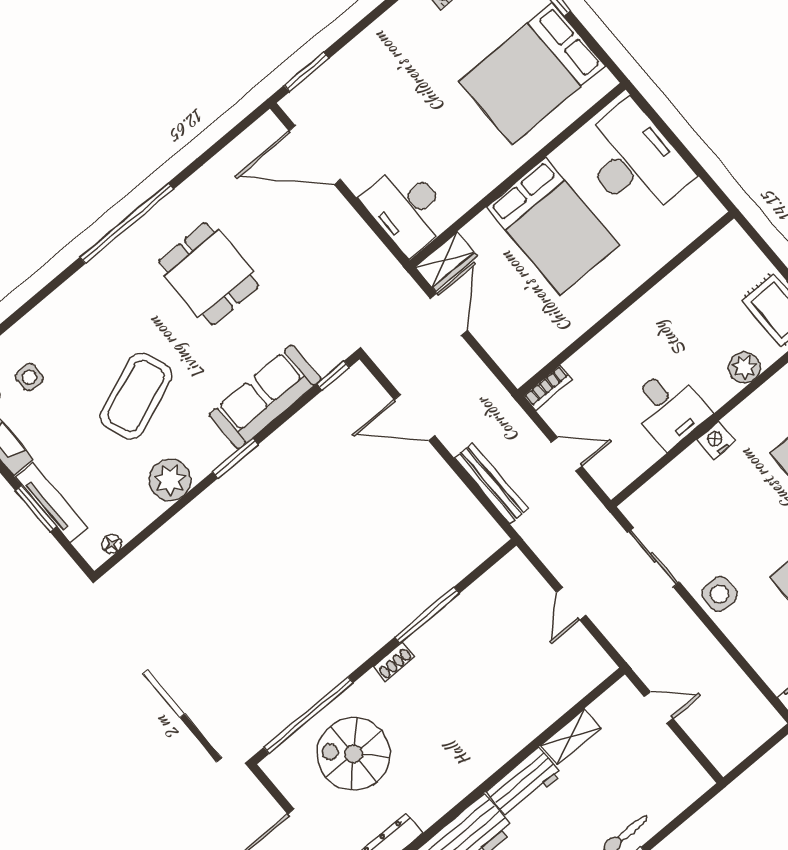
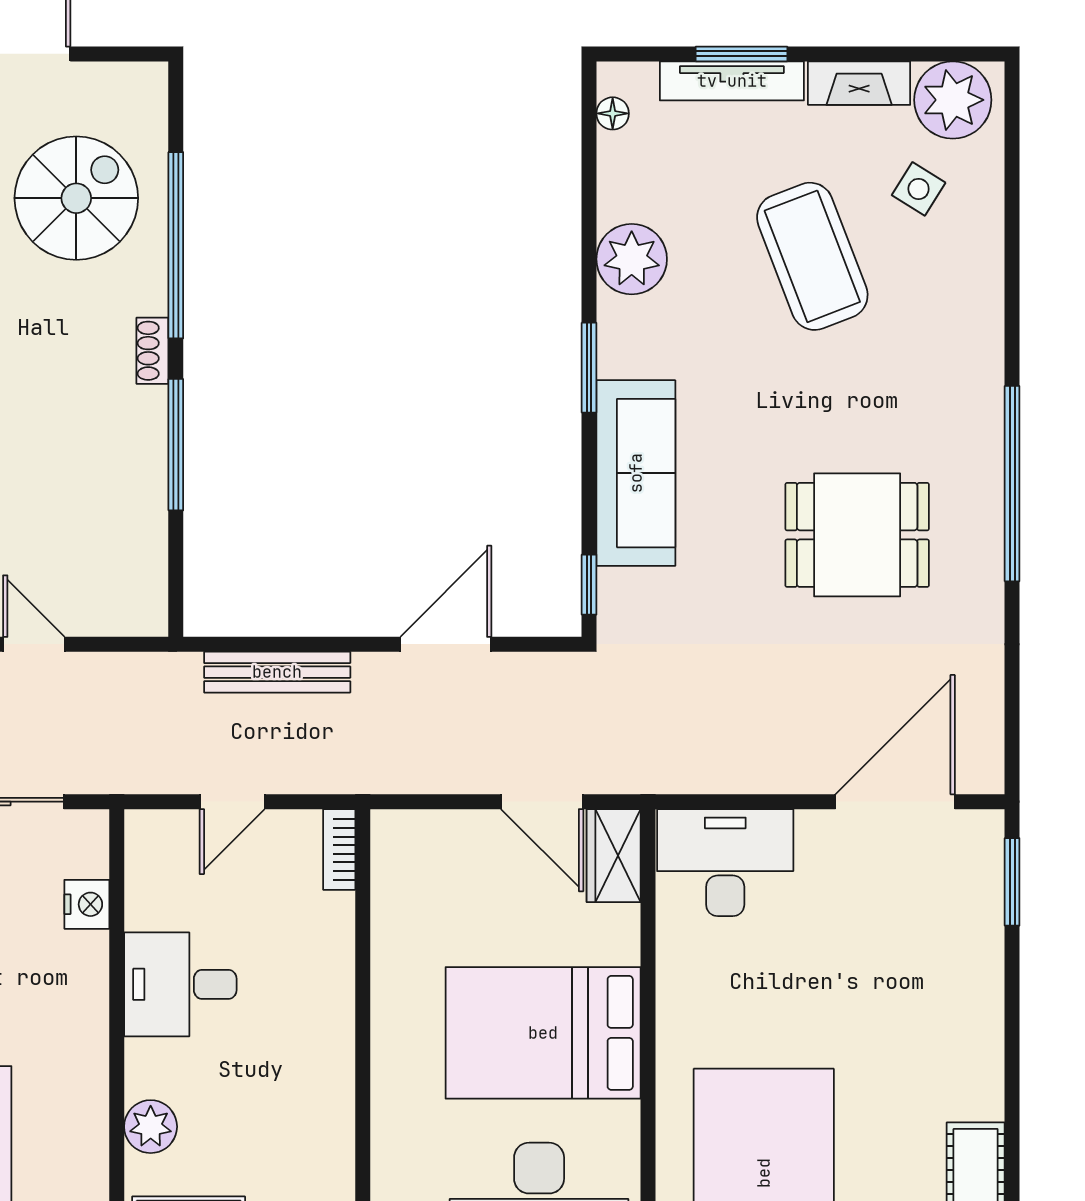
side table: (29, 377) -> (919, 189), turned 32
coffee table: (136, 396) -> (812, 256), moved
nightstand: (716, 440) -> (87, 904), moved
window: (308, 715) -> (176, 245), moved

